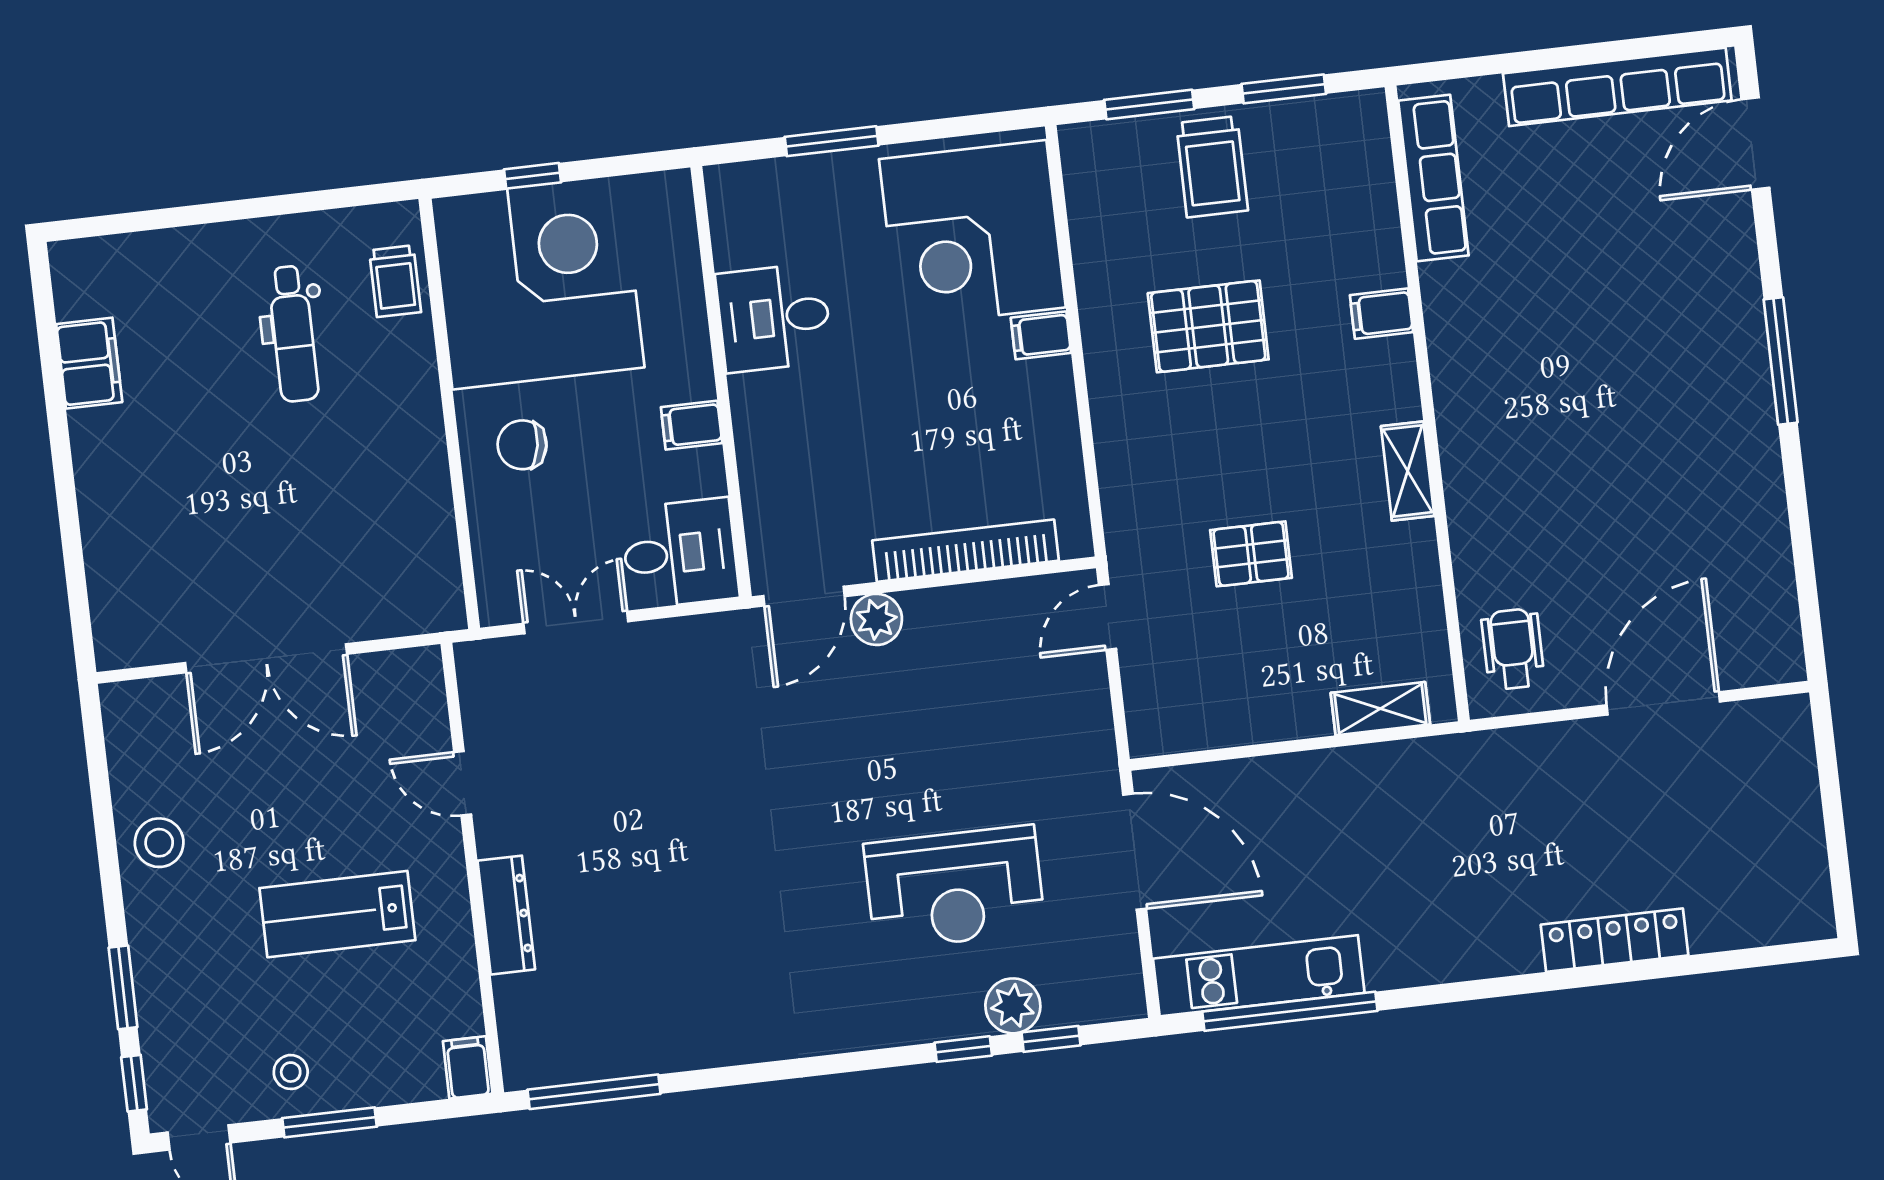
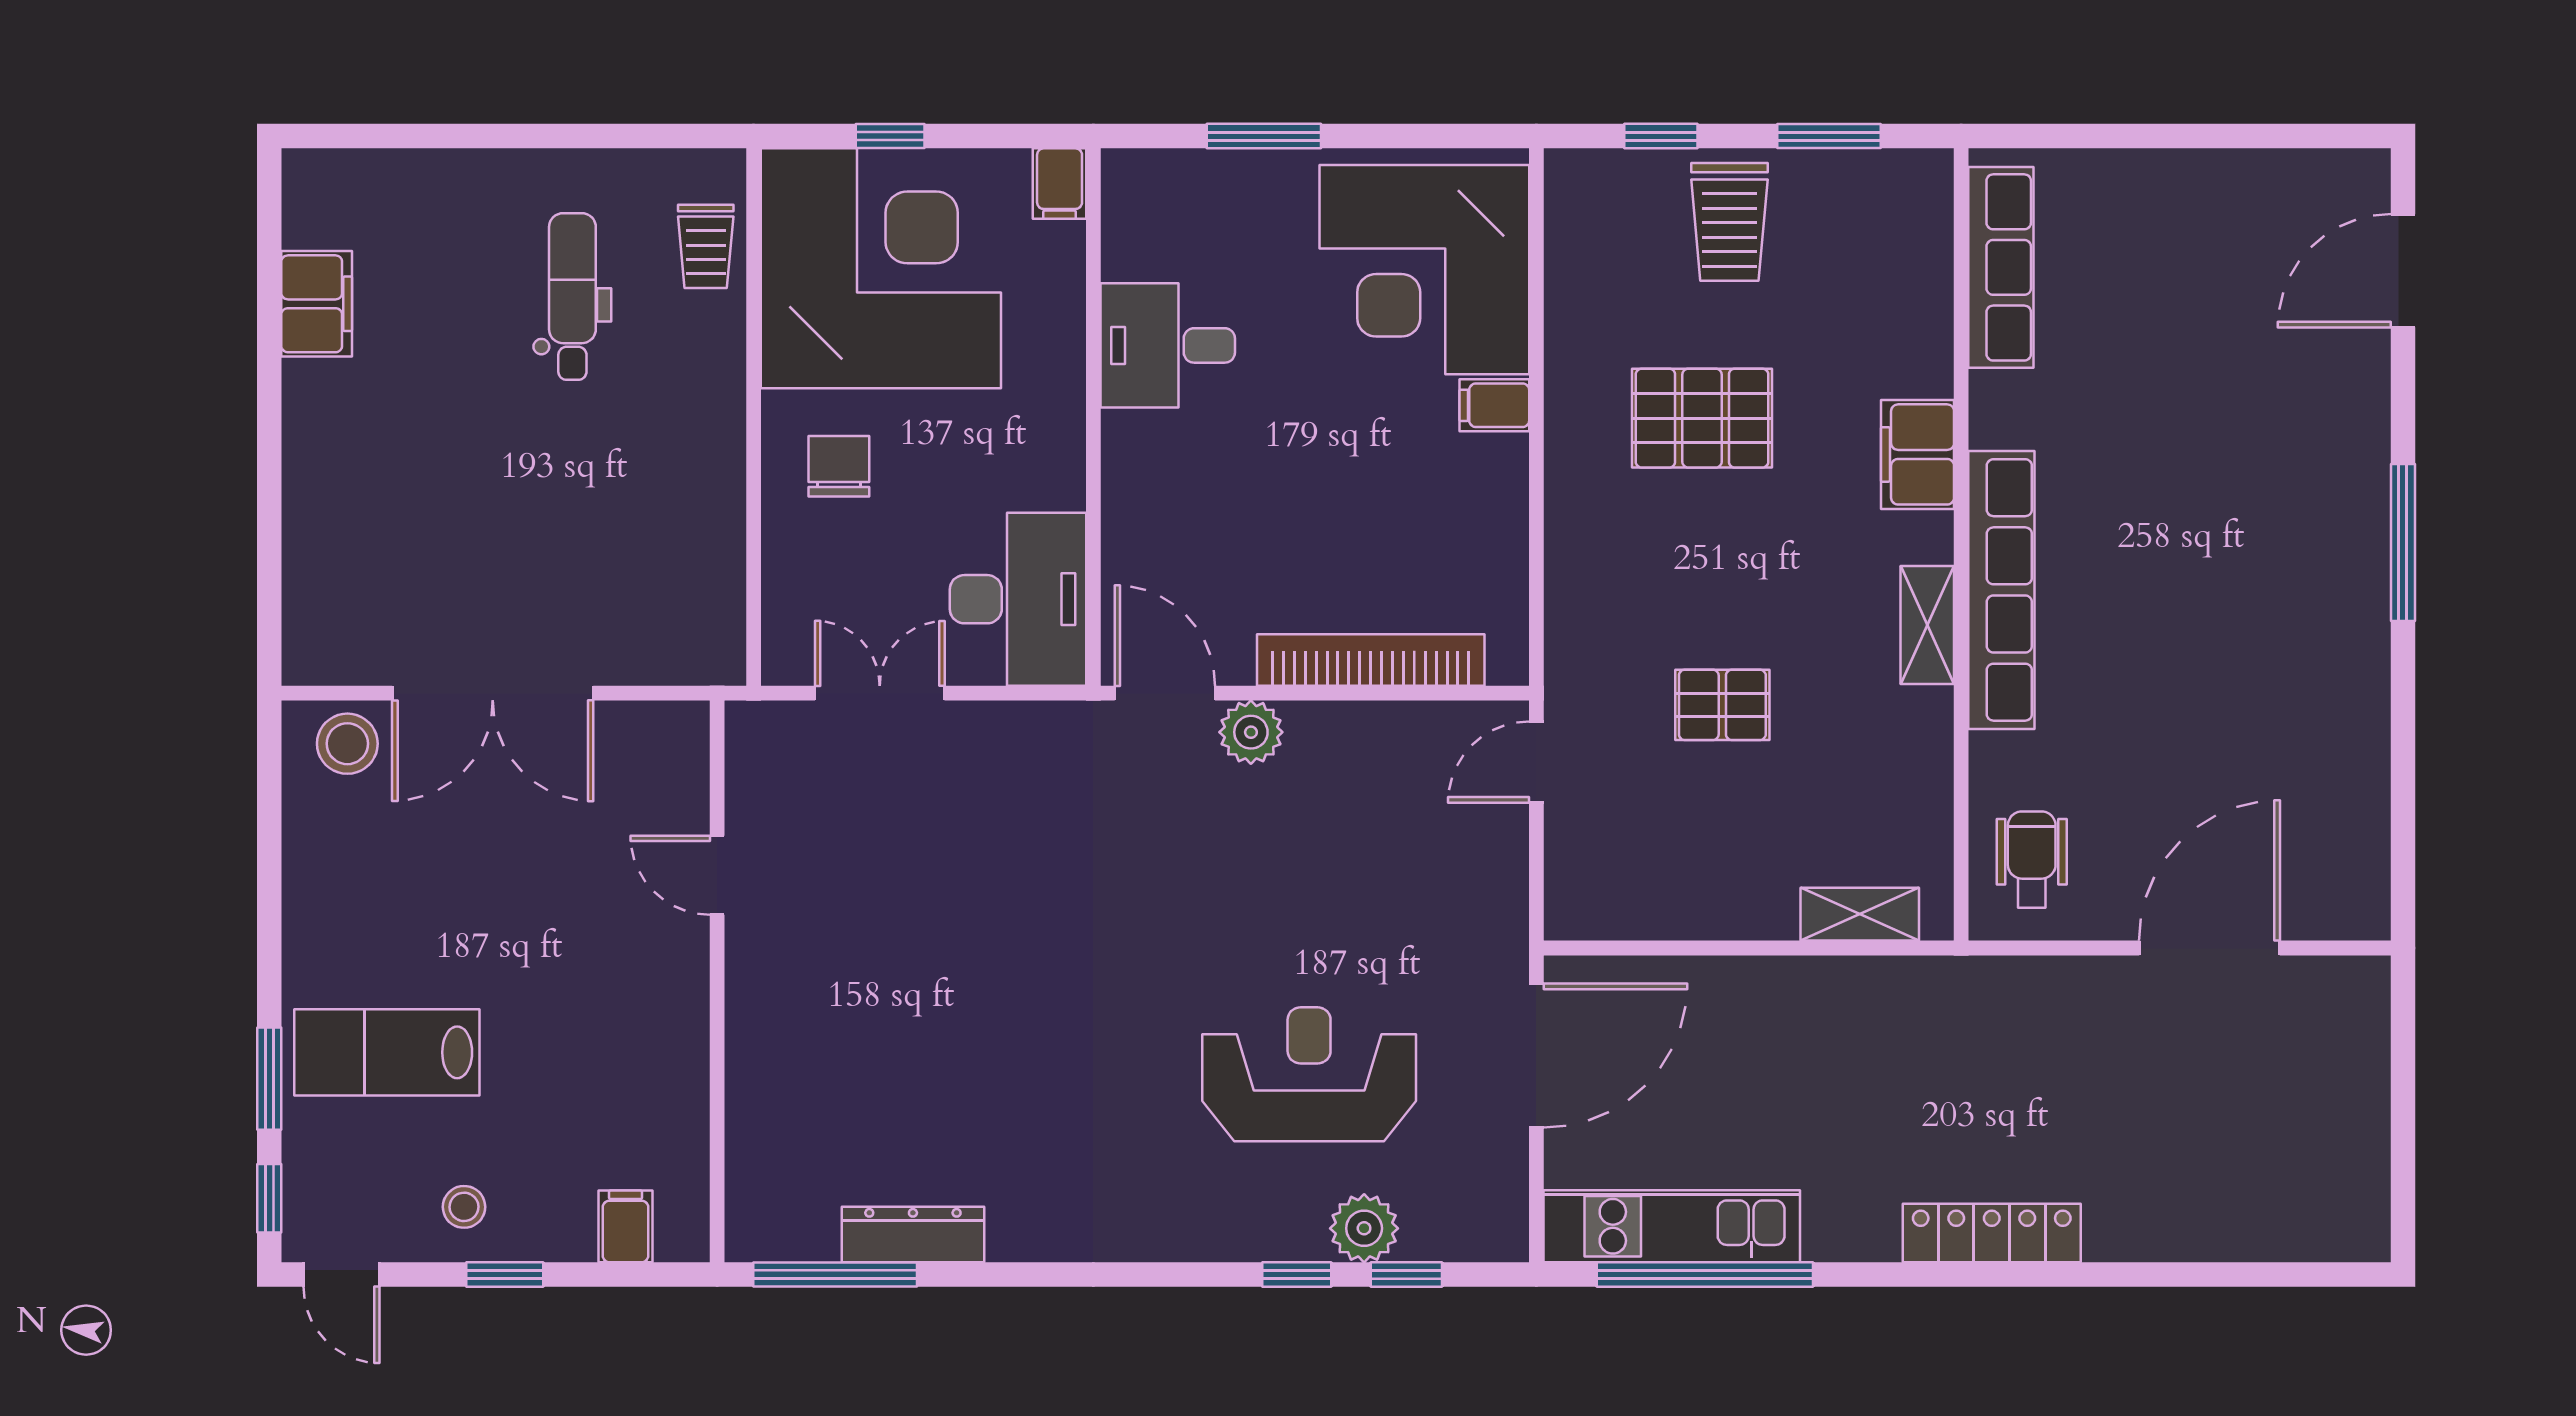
row of seats: (1617, 87) -> (2001, 590), moved, turned -90
window: (1149, 104) -> (1661, 136), width x0.67
filing cabinet: (1381, 314) -> (1917, 454), width x2.00
dental chair: (293, 334) -> (572, 297), turned 180
filing cabinet: (692, 425) -> (1060, 184), moved, turned -90
chair: (522, 445) -> (839, 466), turned 81
desk: (680, 553) -> (1018, 599), width x1.37
door: (804, 596) -> (1165, 693), swing flipped
stool: (159, 843) -> (347, 744), moved
door: (1135, 852) -> (1536, 1056), hinge flipped
reception desk: (955, 888) -> (1309, 1074), turned 180
lab bench: (337, 914) -> (387, 1052), moved
dresser: (506, 915) -> (913, 1235), moved, turned -90
locker: (1614, 940) -> (1992, 1233), moved
filing cabinet: (468, 1067) -> (625, 1226), moved
window: (330, 1122) -> (505, 1274), width x0.67

